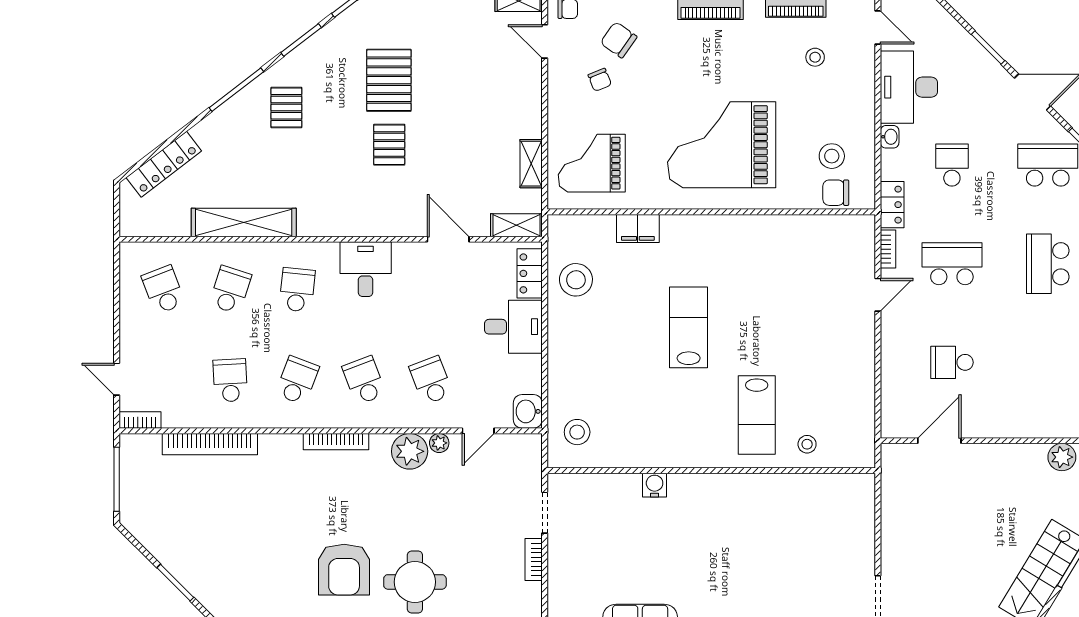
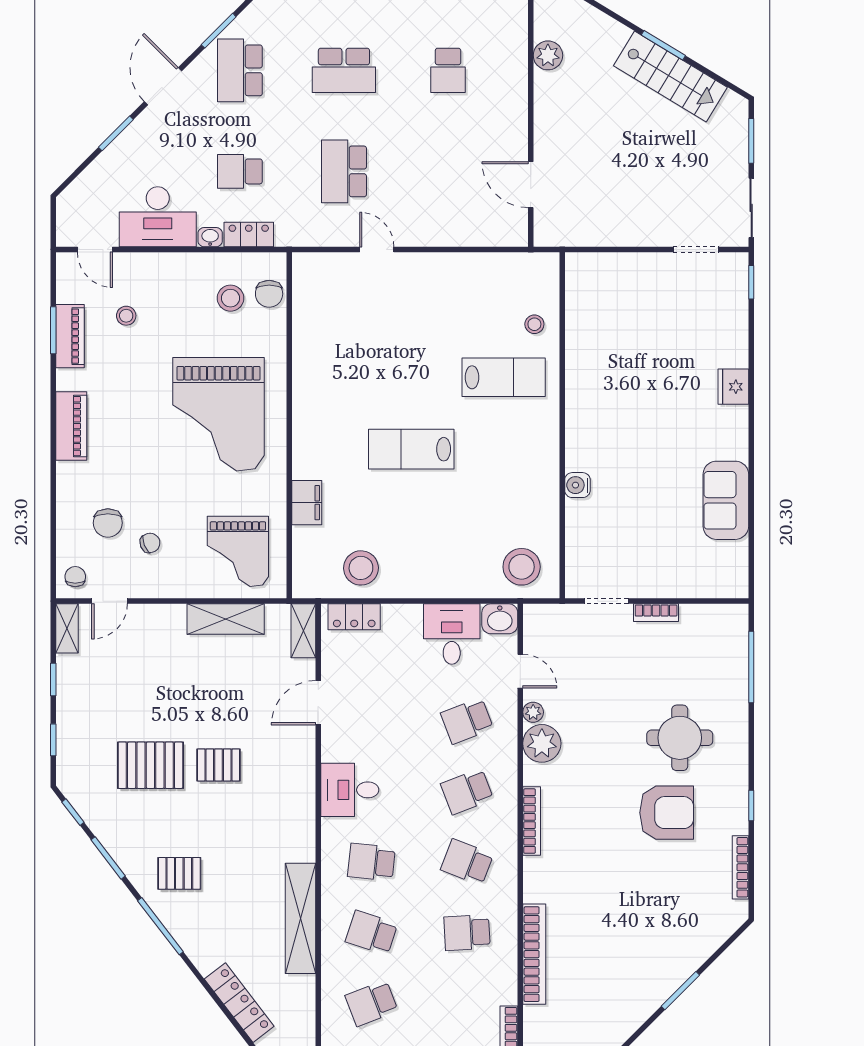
door: (878, 28) -> (95, 249), swing flipped
chair: (619, 40) -> (108, 523), turned -35
shelving: (531, 164) -> (226, 619), width x1.50, depth x1.33
locker: (892, 205) -> (249, 234), moved
bookcase: (888, 249) -> (329, 239), removed
desk: (513, 327) -> (452, 634), moved
school desk: (952, 362) -> (448, 70), moved
stool: (577, 432) -> (522, 567), width x1.38, depth x1.38

